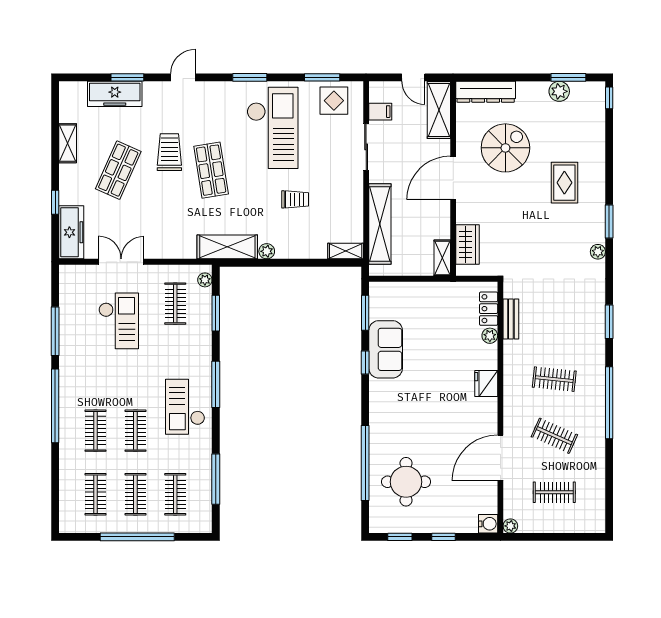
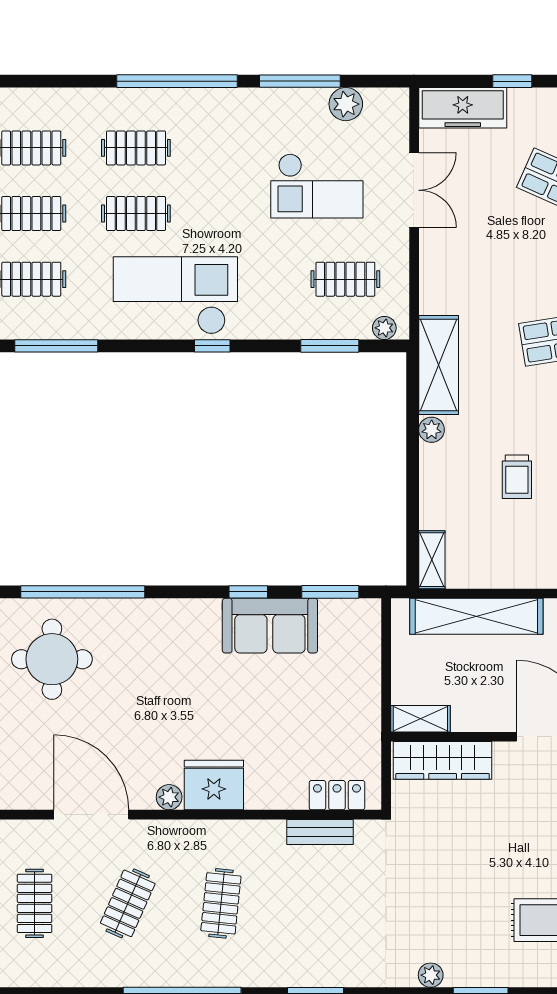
wardrobe: (467, 245) -> (443, 760), width x1.50
plant: (69, 303) -> (346, 104), added
plant: (490, 336) -> (169, 797), moved
fridge: (486, 383) -> (214, 785), width x1.36, depth x1.34
window: (216, 384) -> (212, 346), width x0.46
checkout: (185, 407) -> (175, 295), width x1.36, depth x1.21

